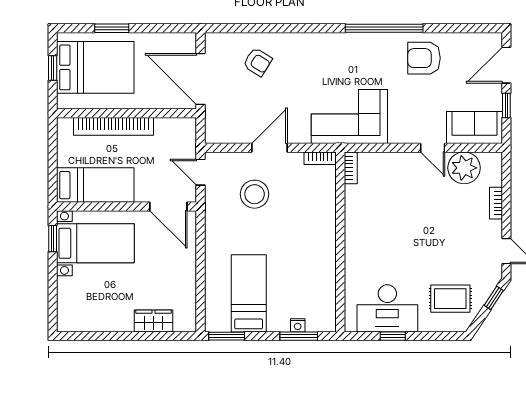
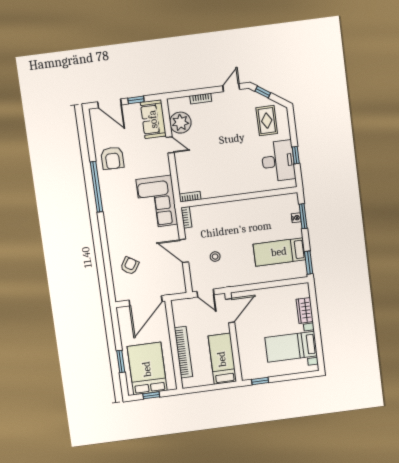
door: (433, 148) -> (170, 145), hinge flipped
door: (201, 172) -> (205, 293), hinge flipped
stool: (255, 194) -> (215, 257), width x0.53, depth x0.53
bed with nightstands: (95, 243) -> (291, 347), moved, turned -90

